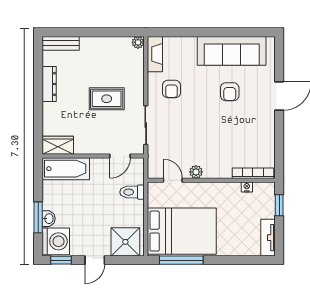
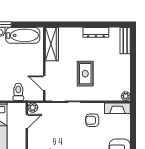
wardrobe: (58, 145) -> (52, 44), width x1.50
bathtub: (66, 169) -> (23, 35), moved, turned -90
plant: (196, 172) -> (33, 108), moved

